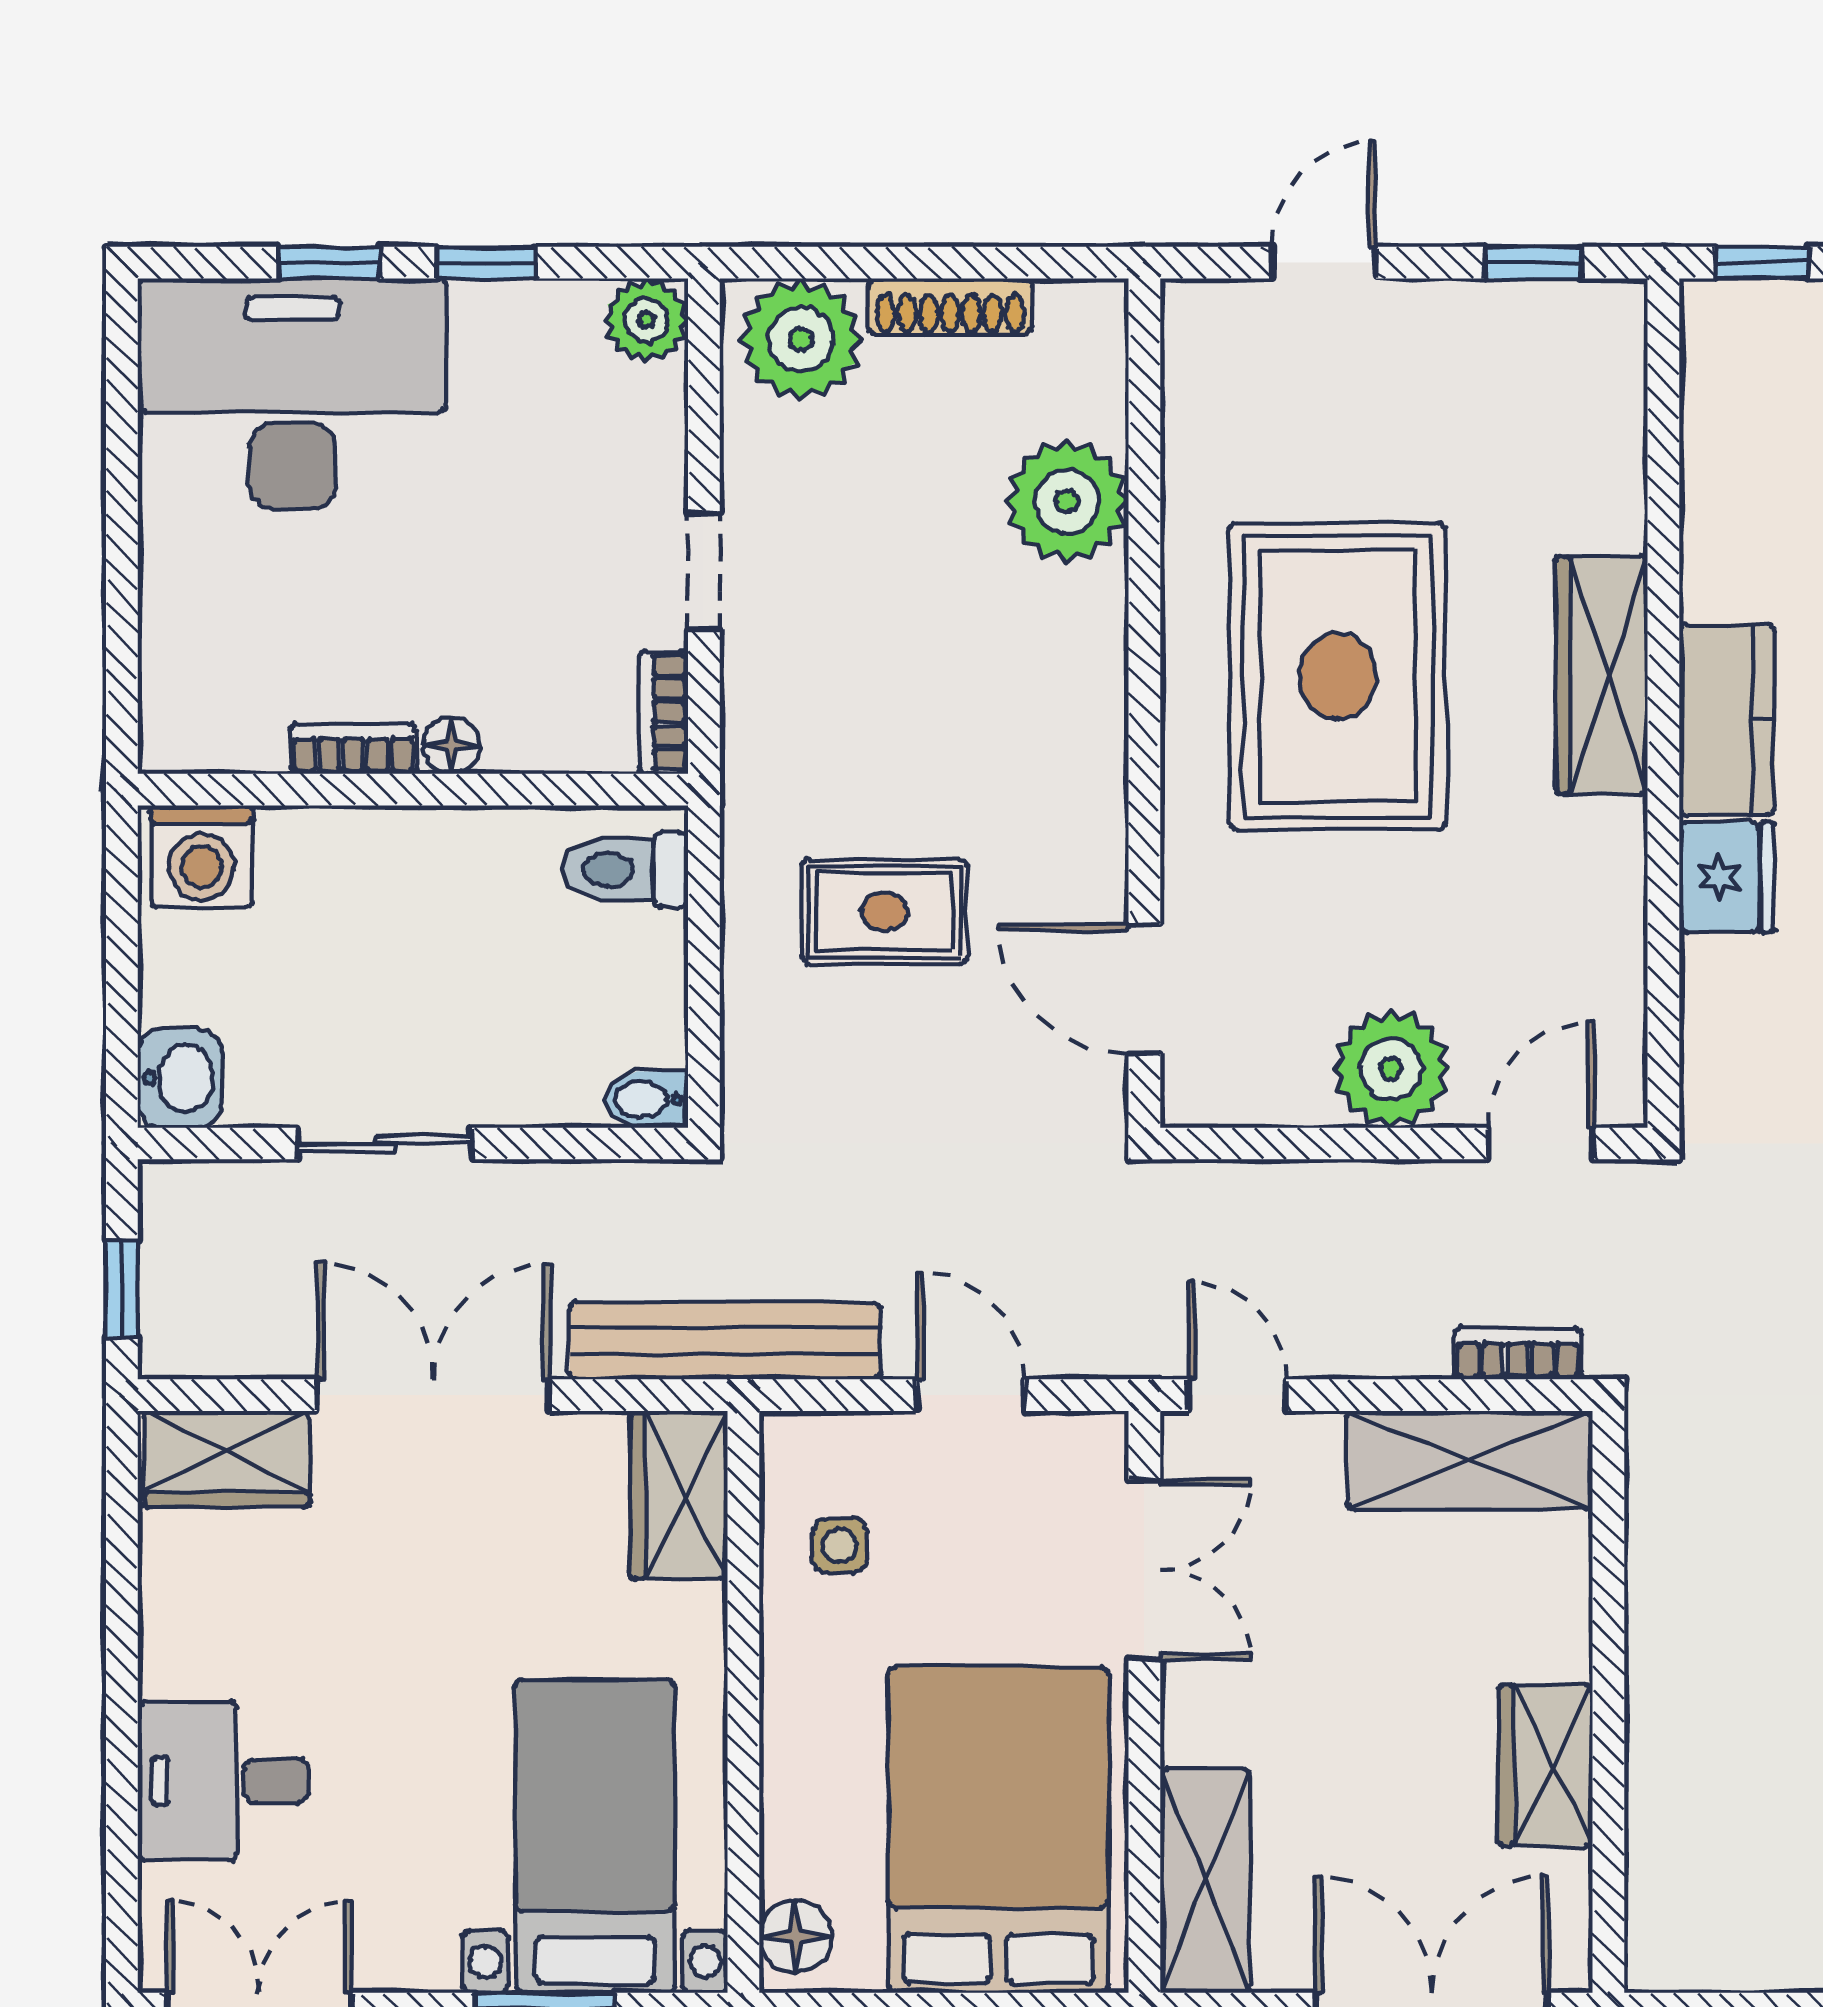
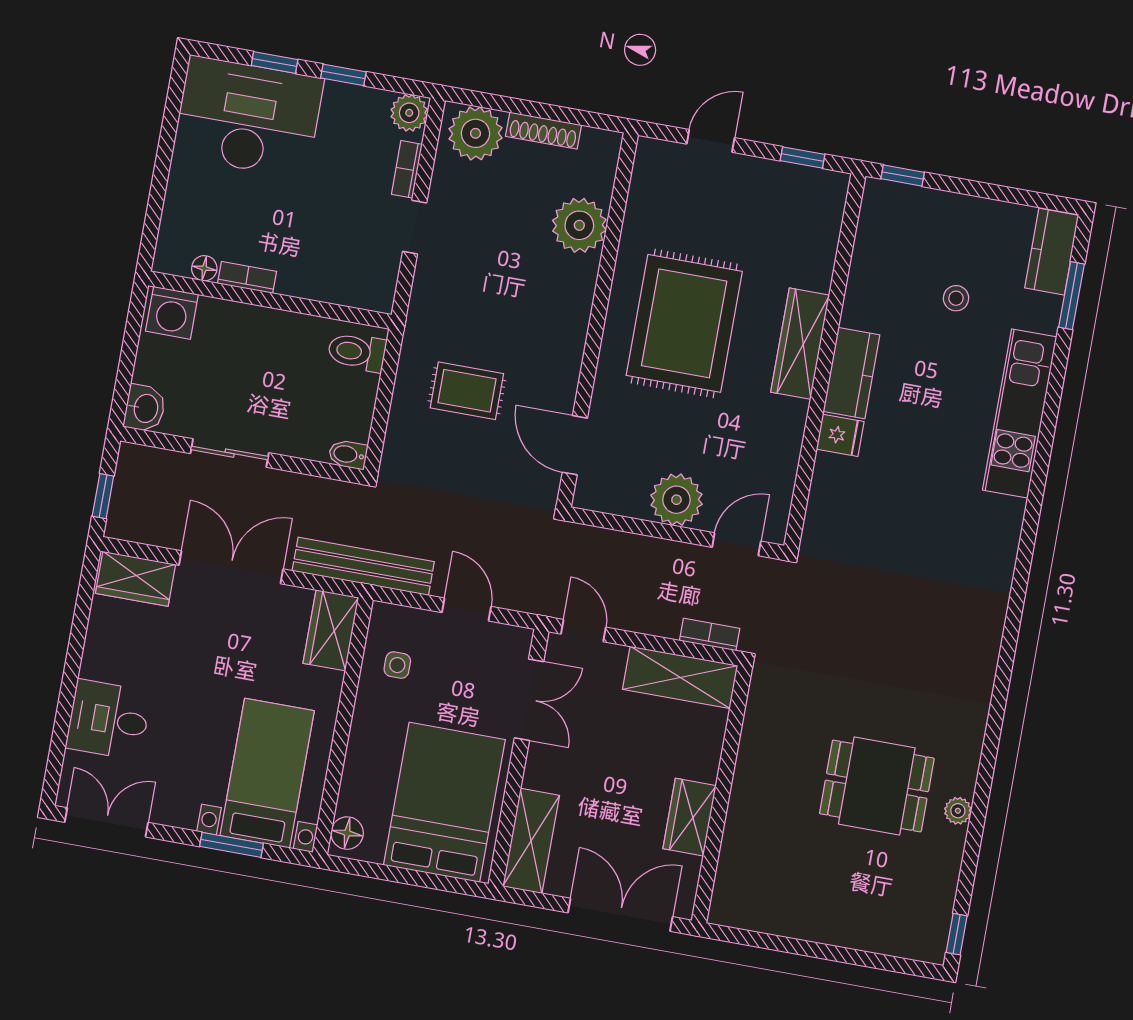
bookcase: (664, 712) -> (407, 169), moved
floor lamp: (451, 745) -> (204, 268), moved
fridge: (1727, 877) -> (840, 435), width x0.72

